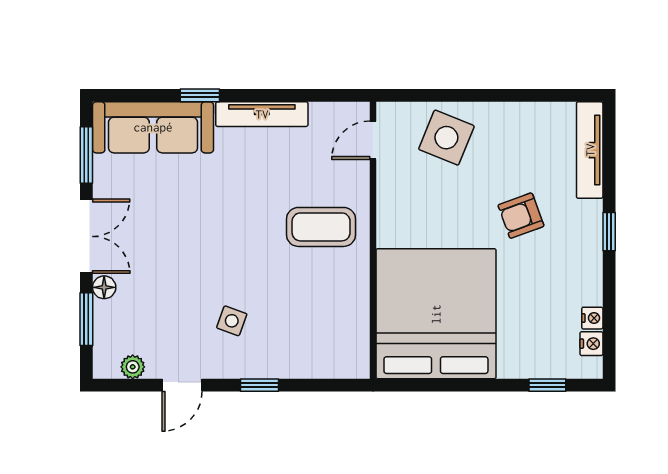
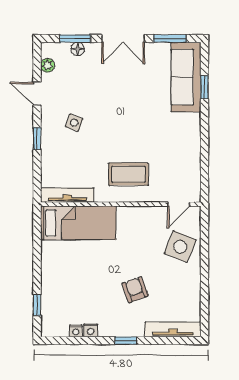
window: (200, 95) -> (204, 87), moved
tv unit: (262, 114) -> (67, 195), moved, turned 90
door: (373, 140) -> (179, 204), swing flipped
coffee table: (321, 227) -> (128, 174), turned 90
floor lamp: (104, 287) -> (78, 49), moved
bed: (436, 314) -> (78, 223), width x0.49
nightstand: (591, 344) -> (91, 330), moved

